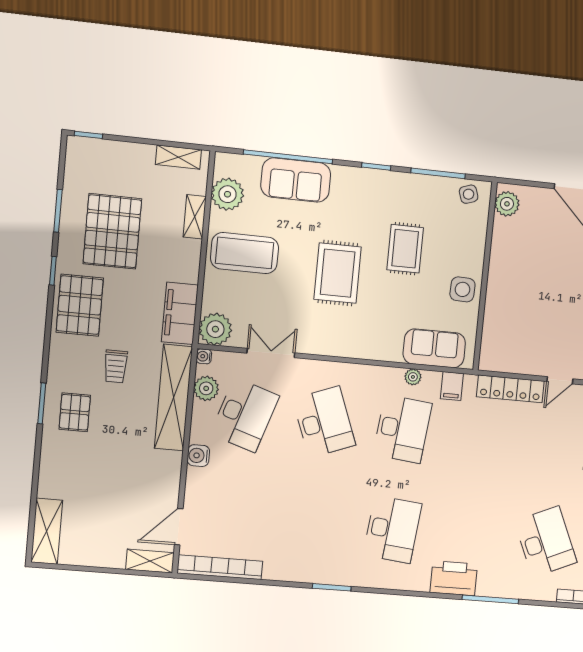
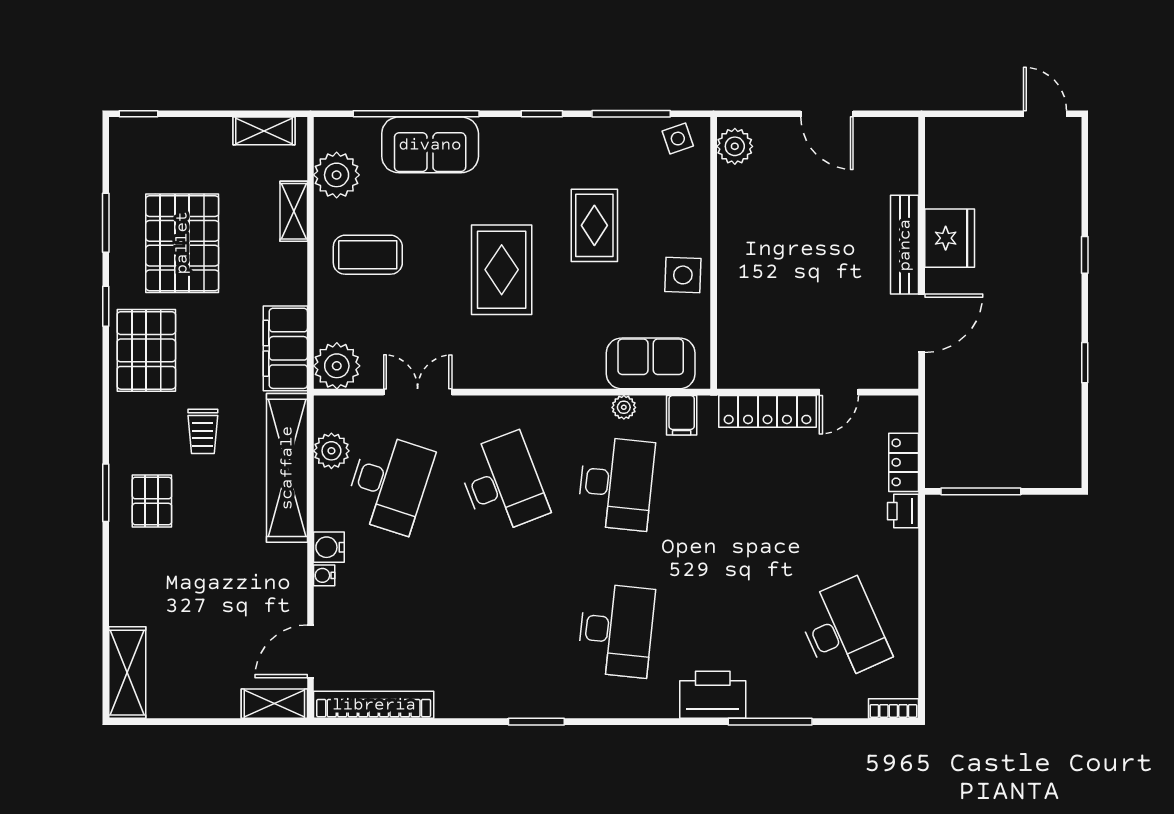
coffee table: (245, 253) -> (368, 255), width x0.73, depth x0.76
water cooler: (204, 356) -> (324, 575), moved

